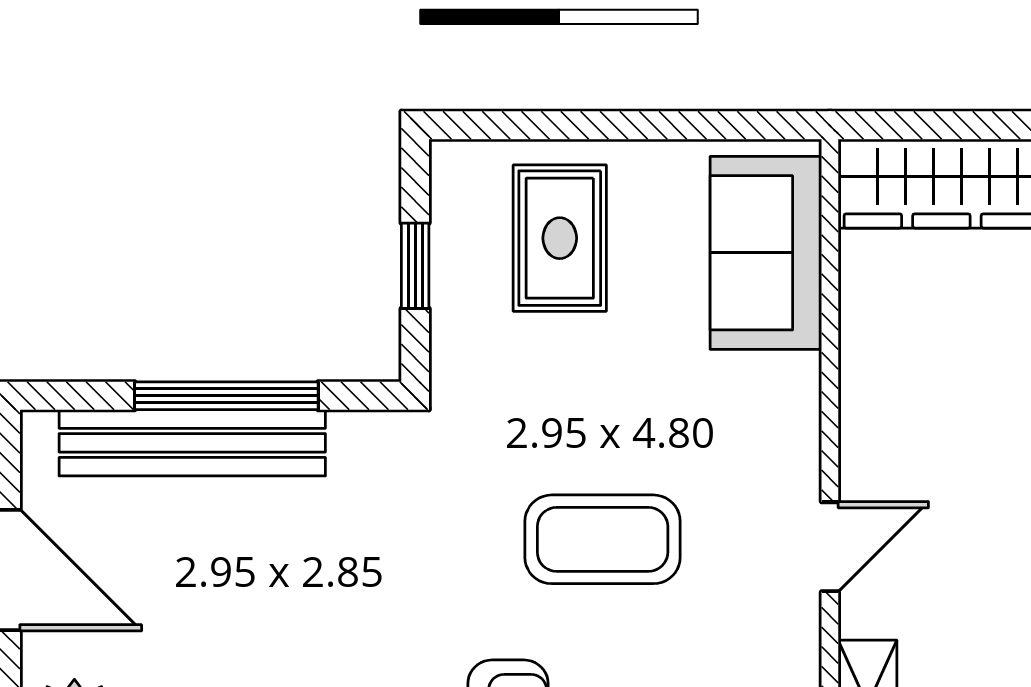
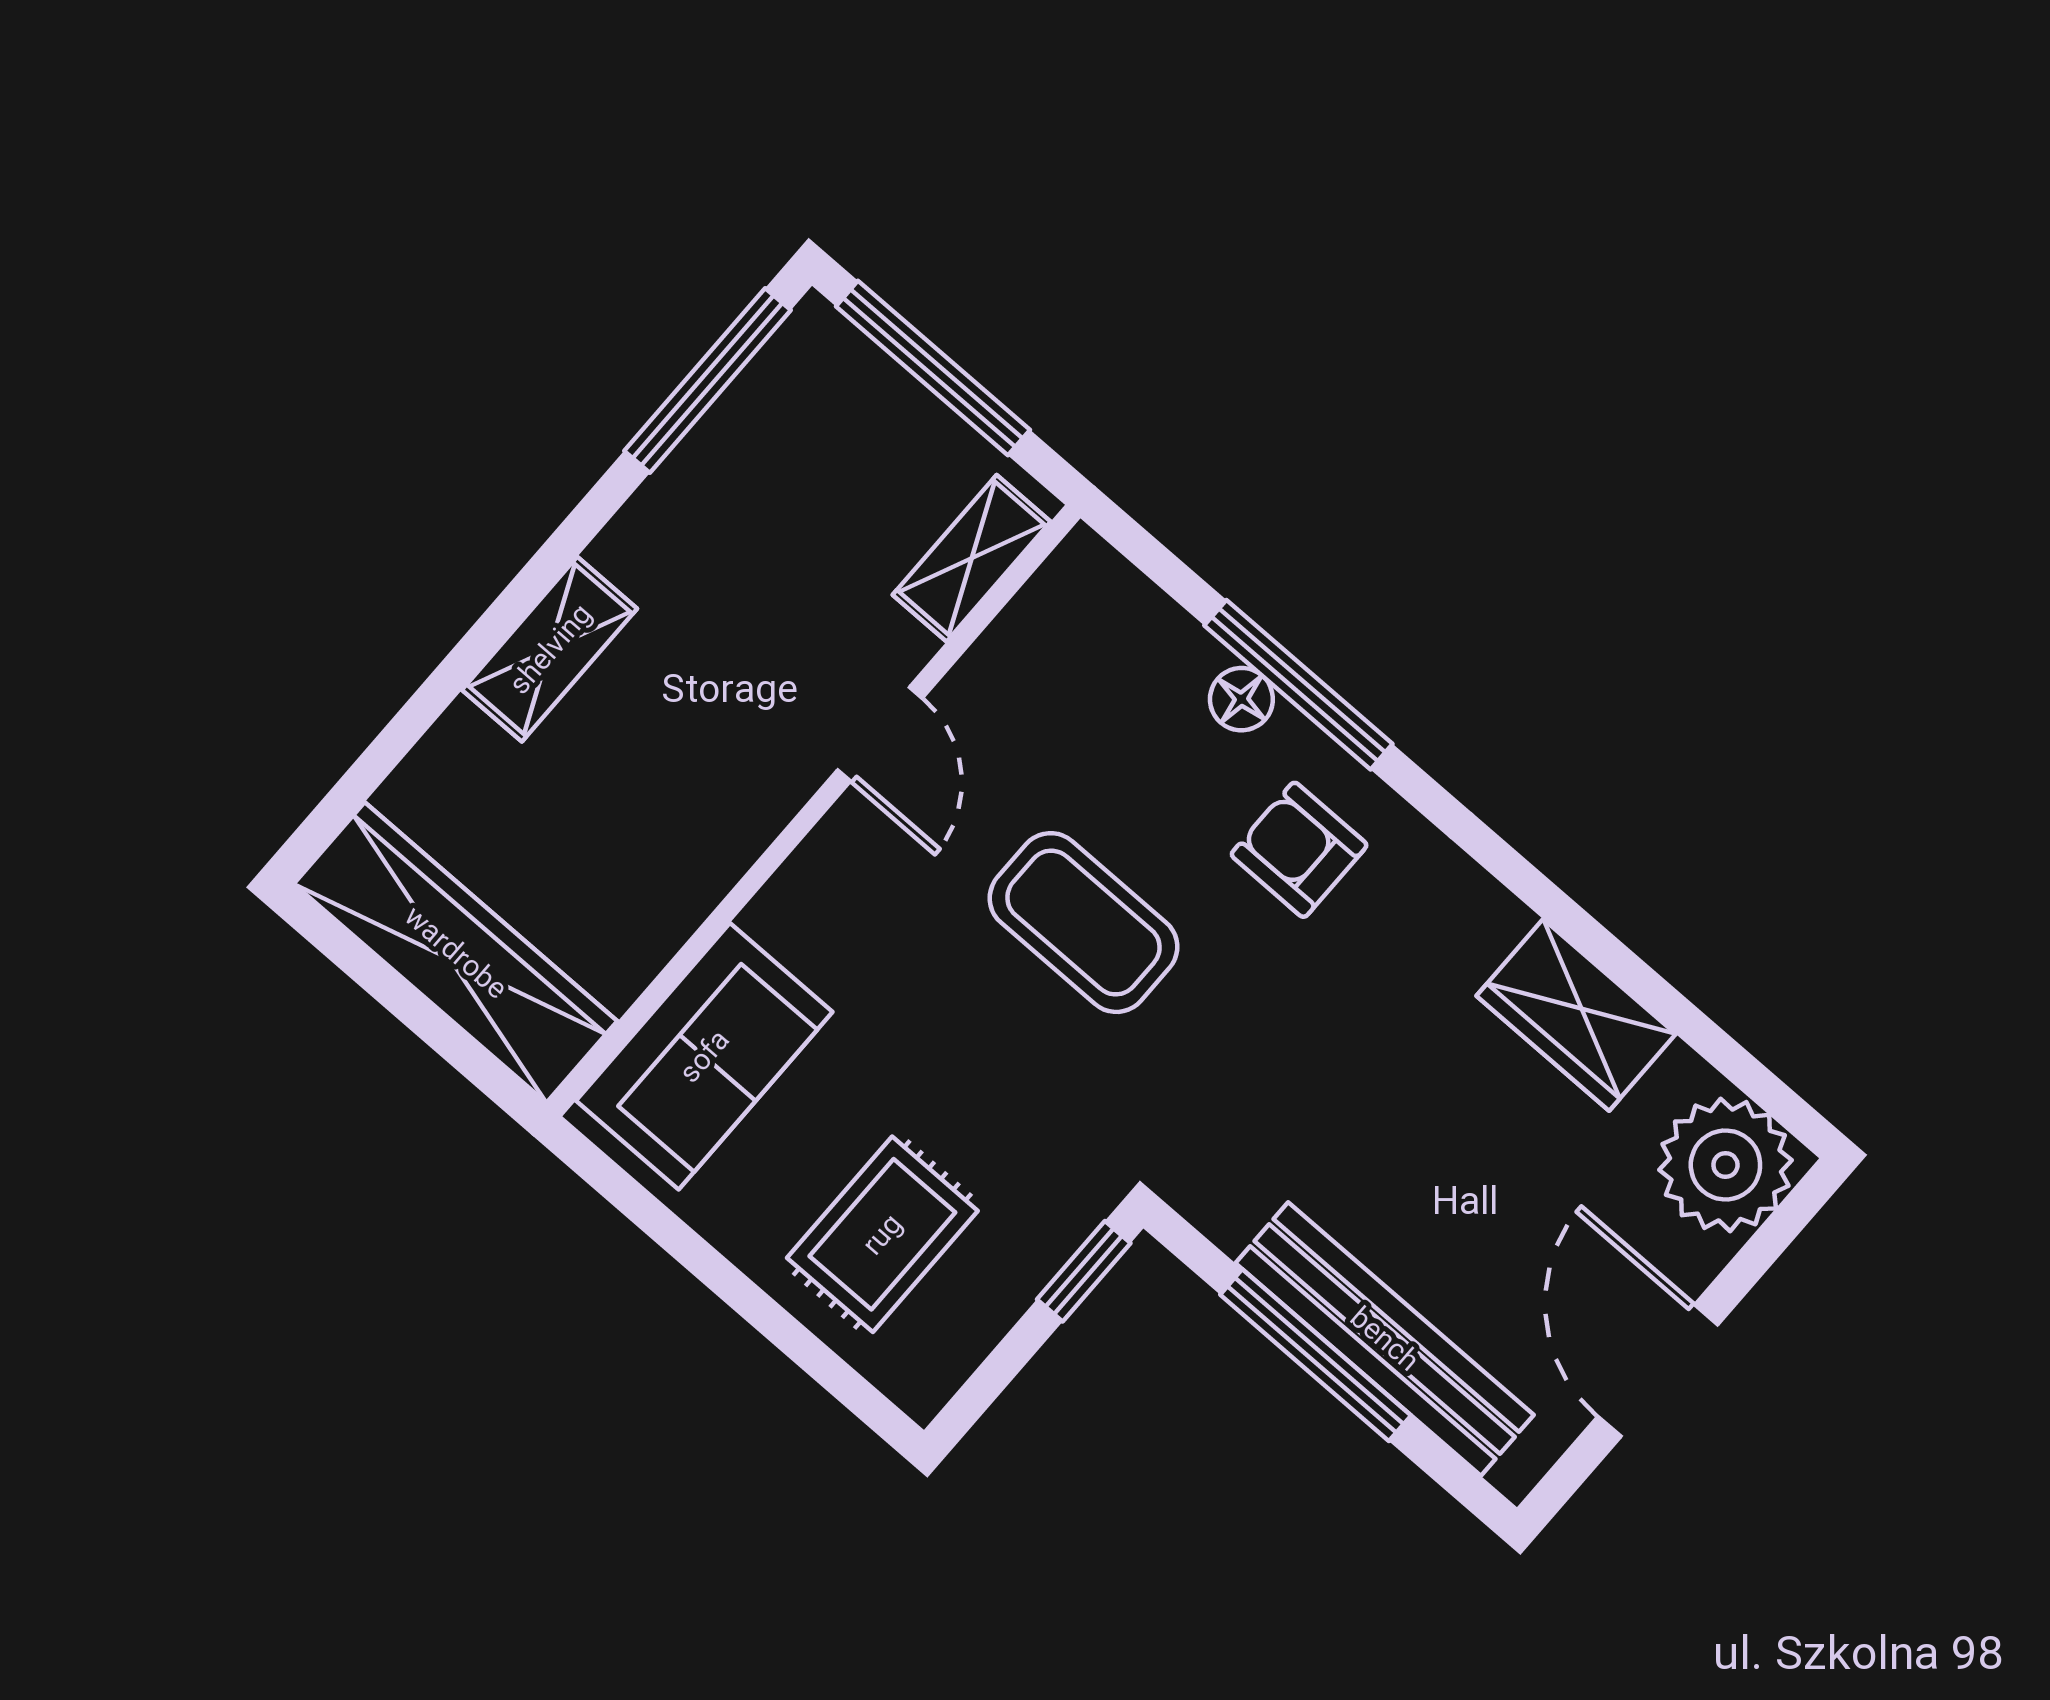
window: (415, 266) -> (1084, 1271), moved
door: (830, 547) -> (880, 734), swing flipped

